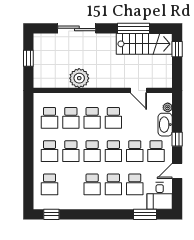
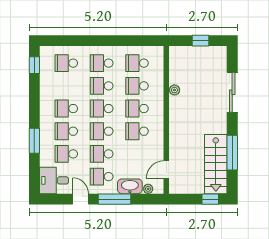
plant: (79, 78) -> (174, 90), width x0.53, depth x0.53
door: (138, 90) -> (166, 170), moved
window: (177, 139) -> (114, 199), width x2.17
window: (145, 214) -> (34, 141), moved

